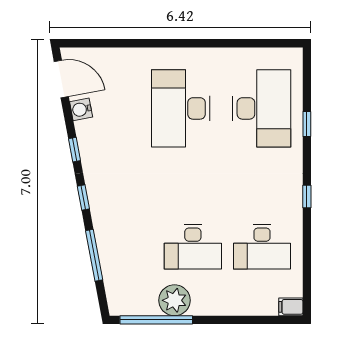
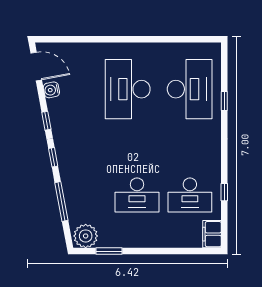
window: (307, 197) -> (224, 192), moved
plant: (174, 300) -> (86, 236), moved
filing cabinet: (291, 307) -> (212, 234), width x2.00
window: (156, 320) -> (109, 251), width x0.47

